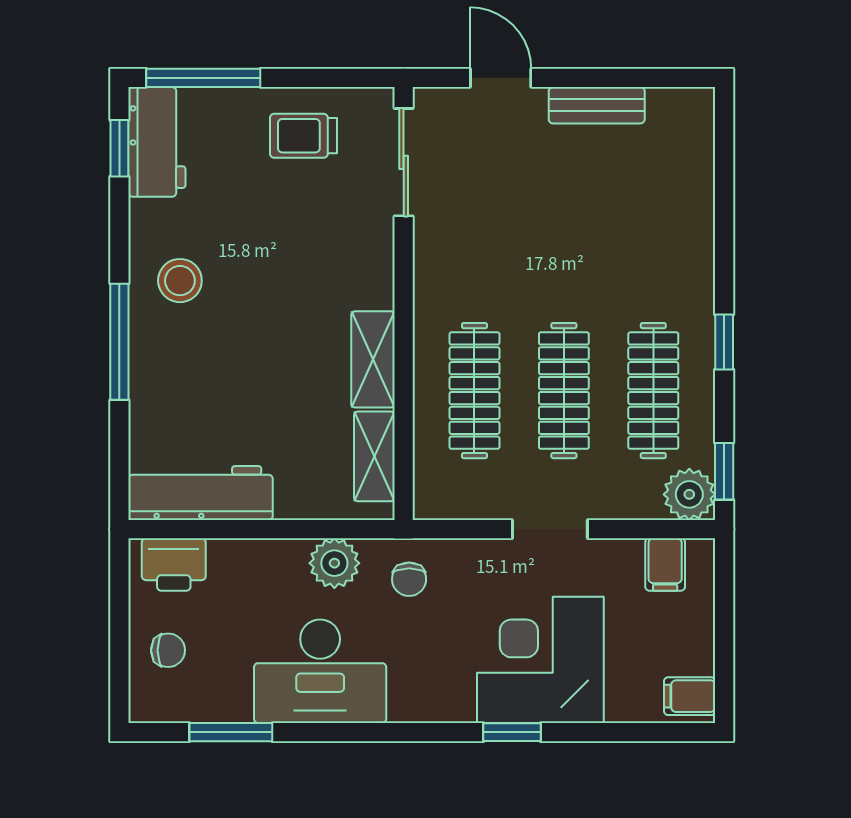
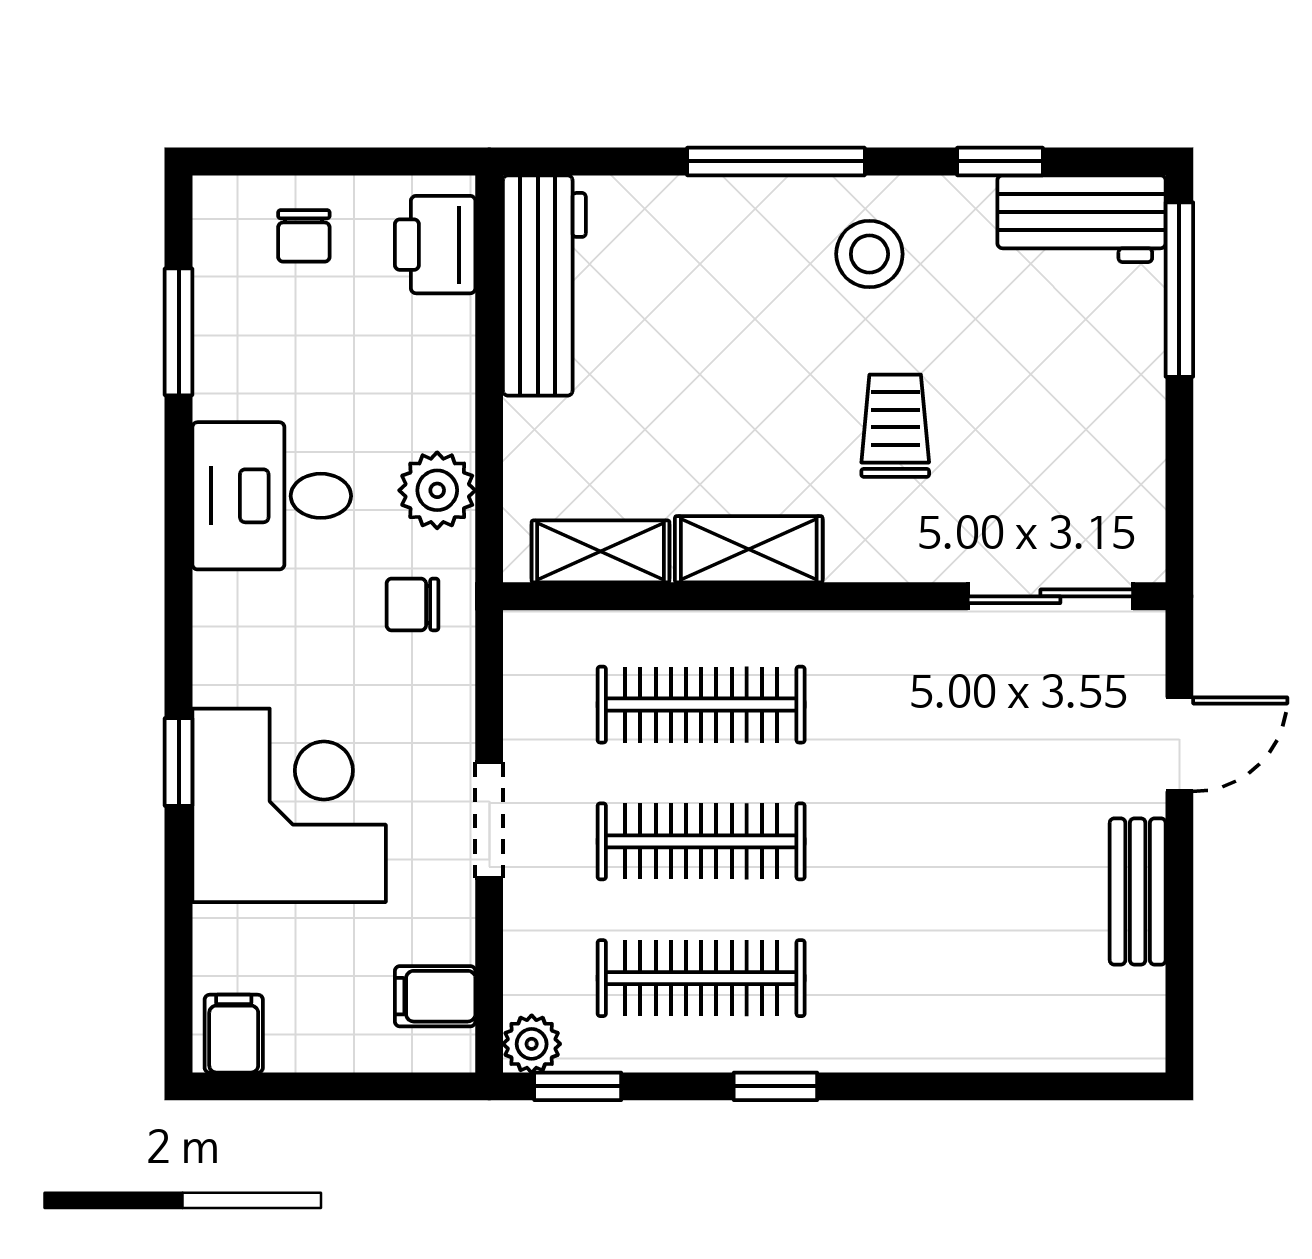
trolley: (304, 136) -> (895, 426), moved
window: (119, 148) -> (1000, 161), moved
plant: (689, 494) -> (532, 1044), width x0.73, depth x0.73
desk: (320, 671) -> (272, 496), width x0.73

